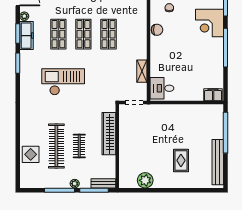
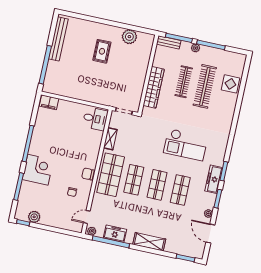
shop shelf: (134, 34) -> (111, 175), added
freezer: (27, 36) -> (214, 179), moved
clothes rail: (79, 146) -> (184, 82), width x1.36
rug: (181, 160) -> (102, 51), moved

